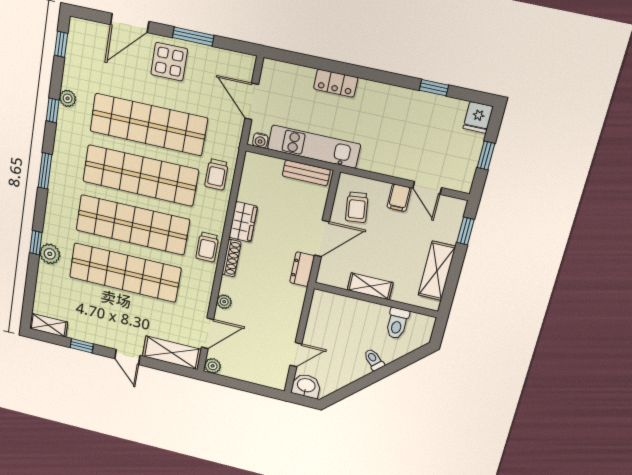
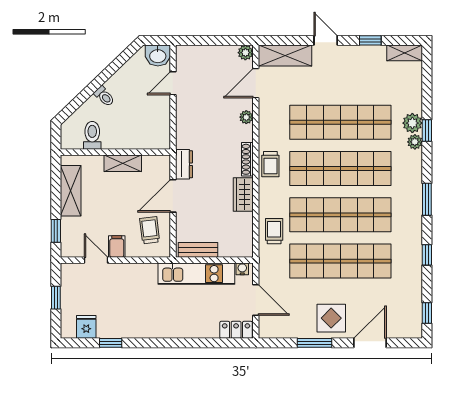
locker: (336, 83) -> (236, 330), moved
plant: (68, 98) -> (415, 142), moved
fridge: (478, 117) -> (86, 327), moved
trolley: (207, 247) -> (270, 164), turned 180

